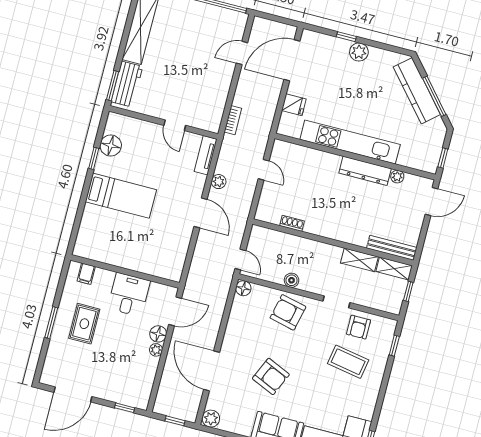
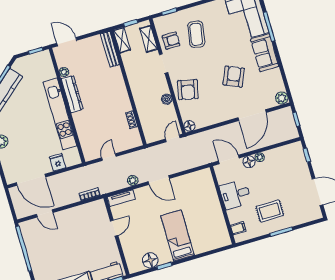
door: (201, 213) -> (159, 180), swing flipped
shelving: (359, 260) -> (149, 39), moved

